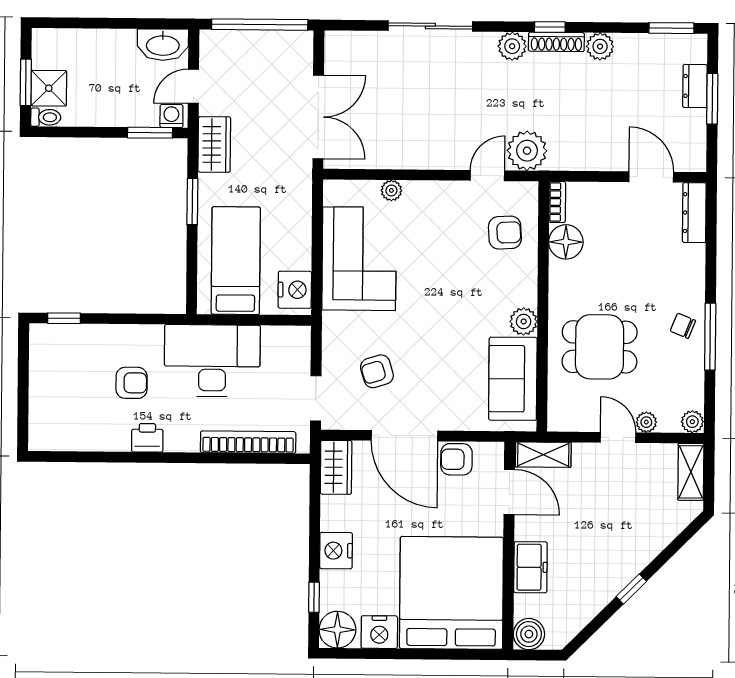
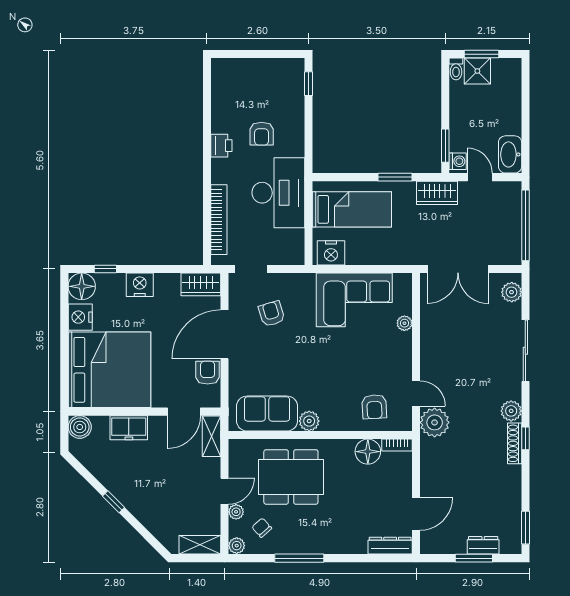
plant: (600, 46) -> (512, 292), moved
chair: (683, 326) -> (262, 528), moved, turned -64
dining table: (600, 347) -> (291, 477), width x1.37

